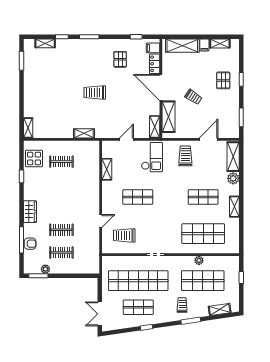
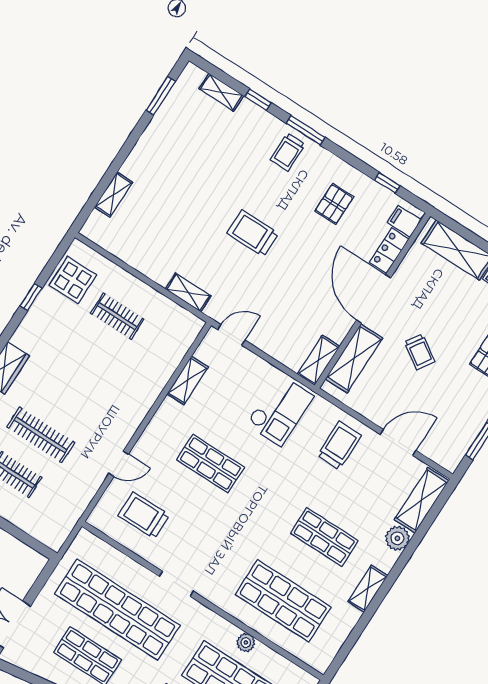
trolley: (88, 50) -> (288, 152), added
shelving: (28, 128) -> (114, 195), moved
door: (126, 139) -> (231, 335), moved
clothes rail: (61, 230) -> (41, 435), width x1.36

